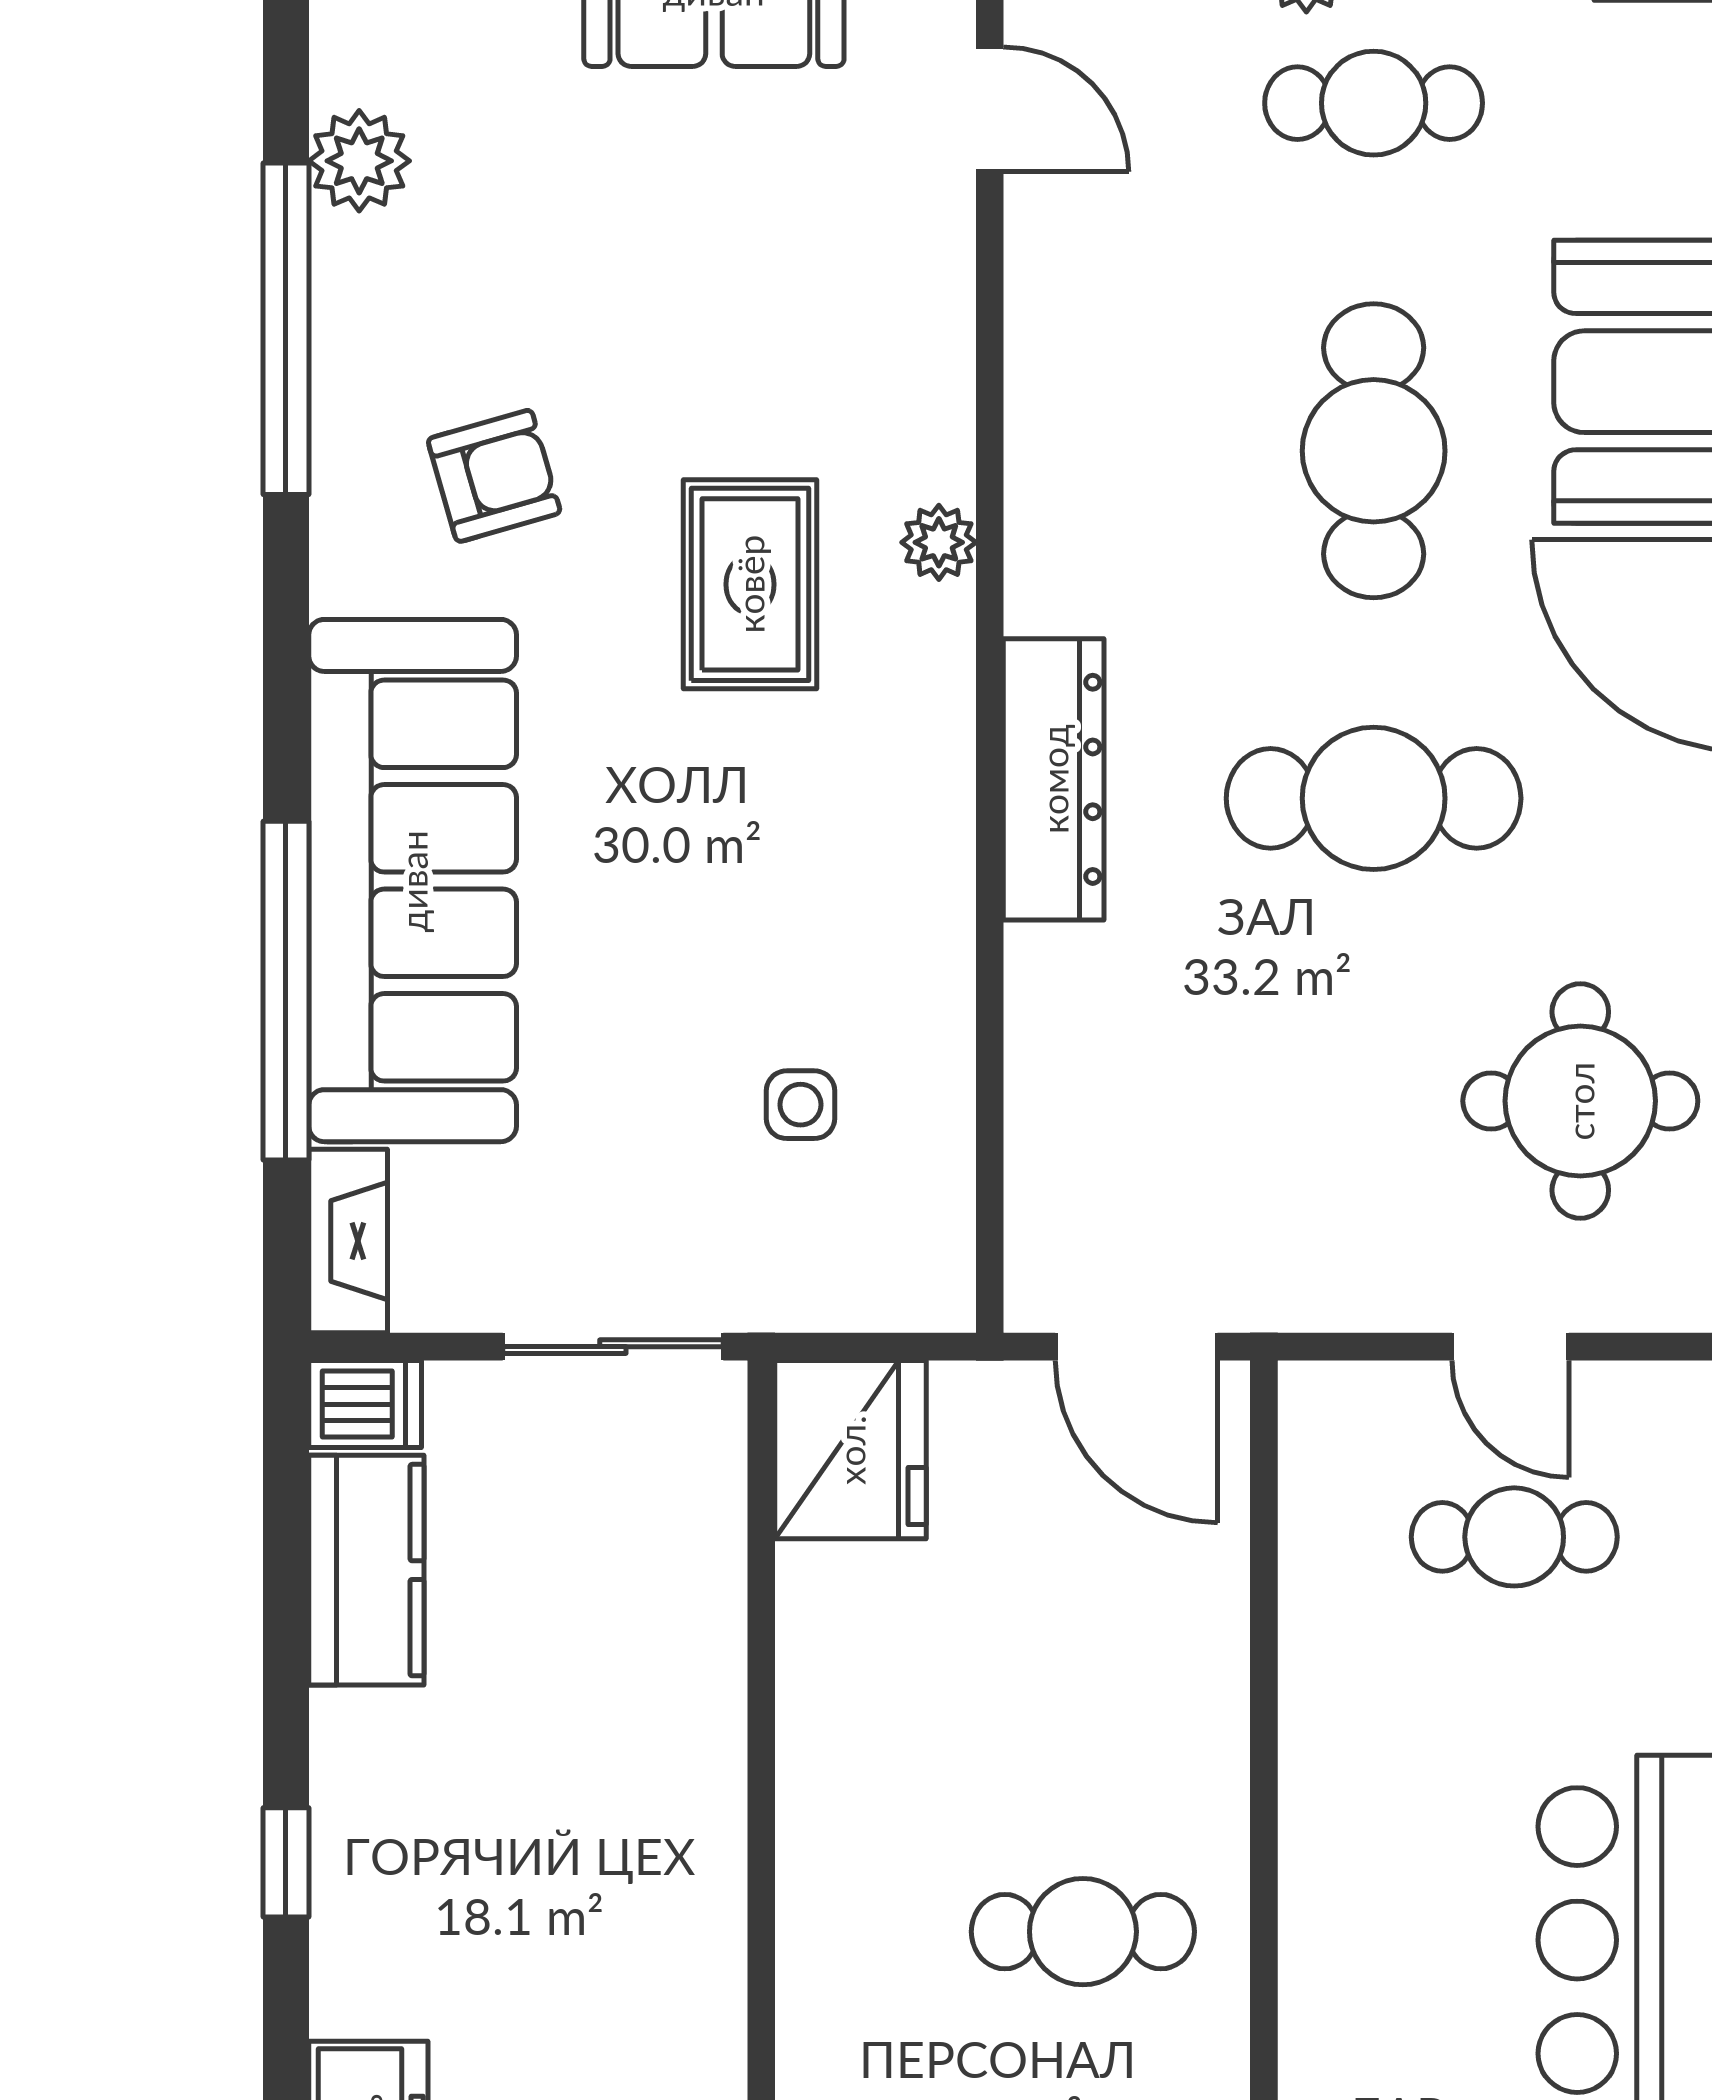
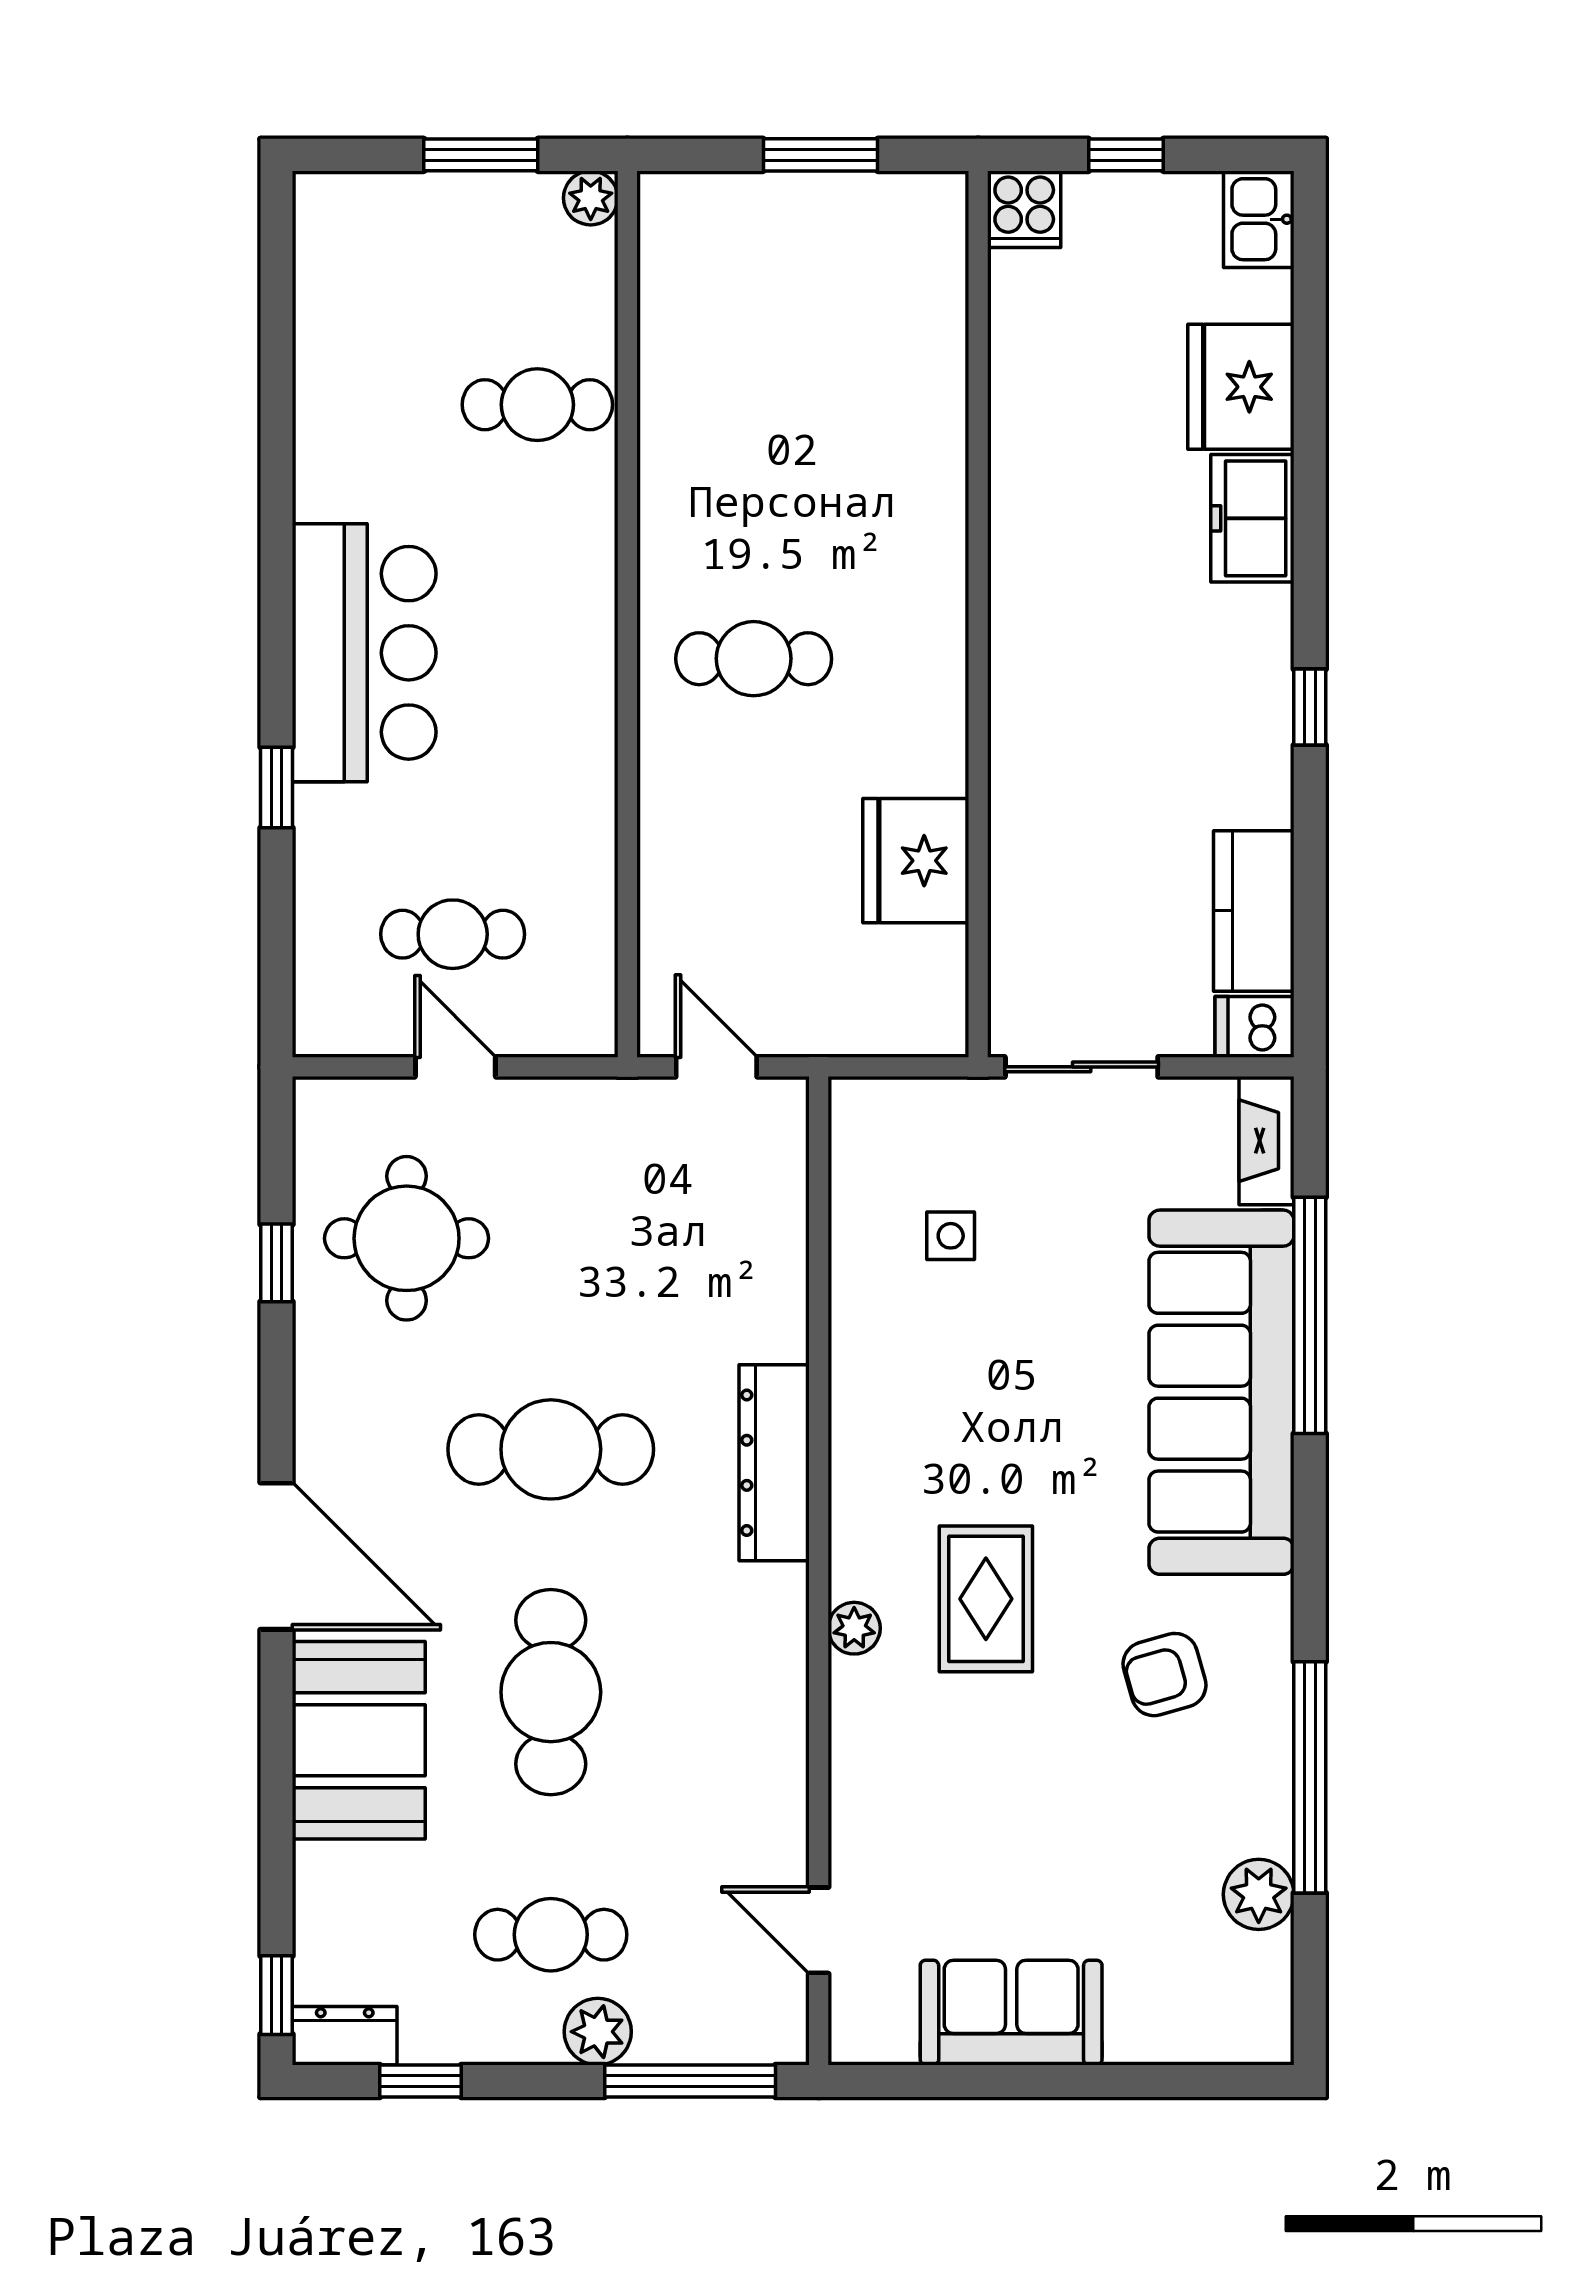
door: (1136, 1347) -> (716, 1067), width x0.73
fridge: (851, 1450) -> (916, 861), moved

